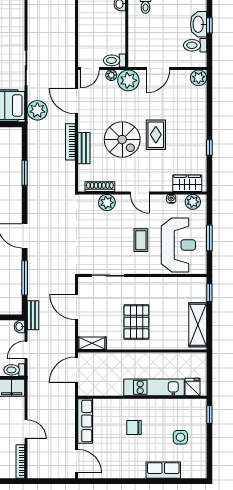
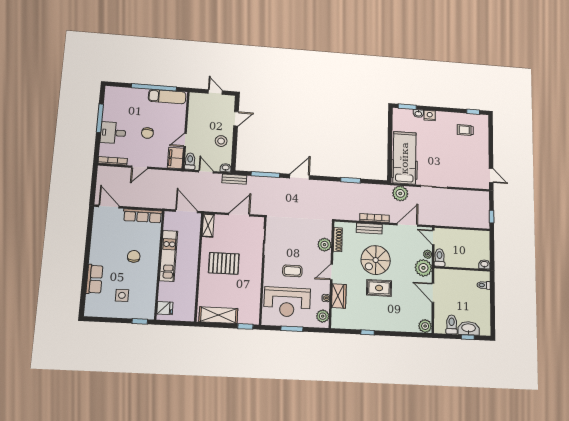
wardrobe: (187, 183) -> (339, 296), moved
kitchen unit: (154, 387) -> (168, 256), moved
door: (76, 461) -> (109, 207), swing flipped

